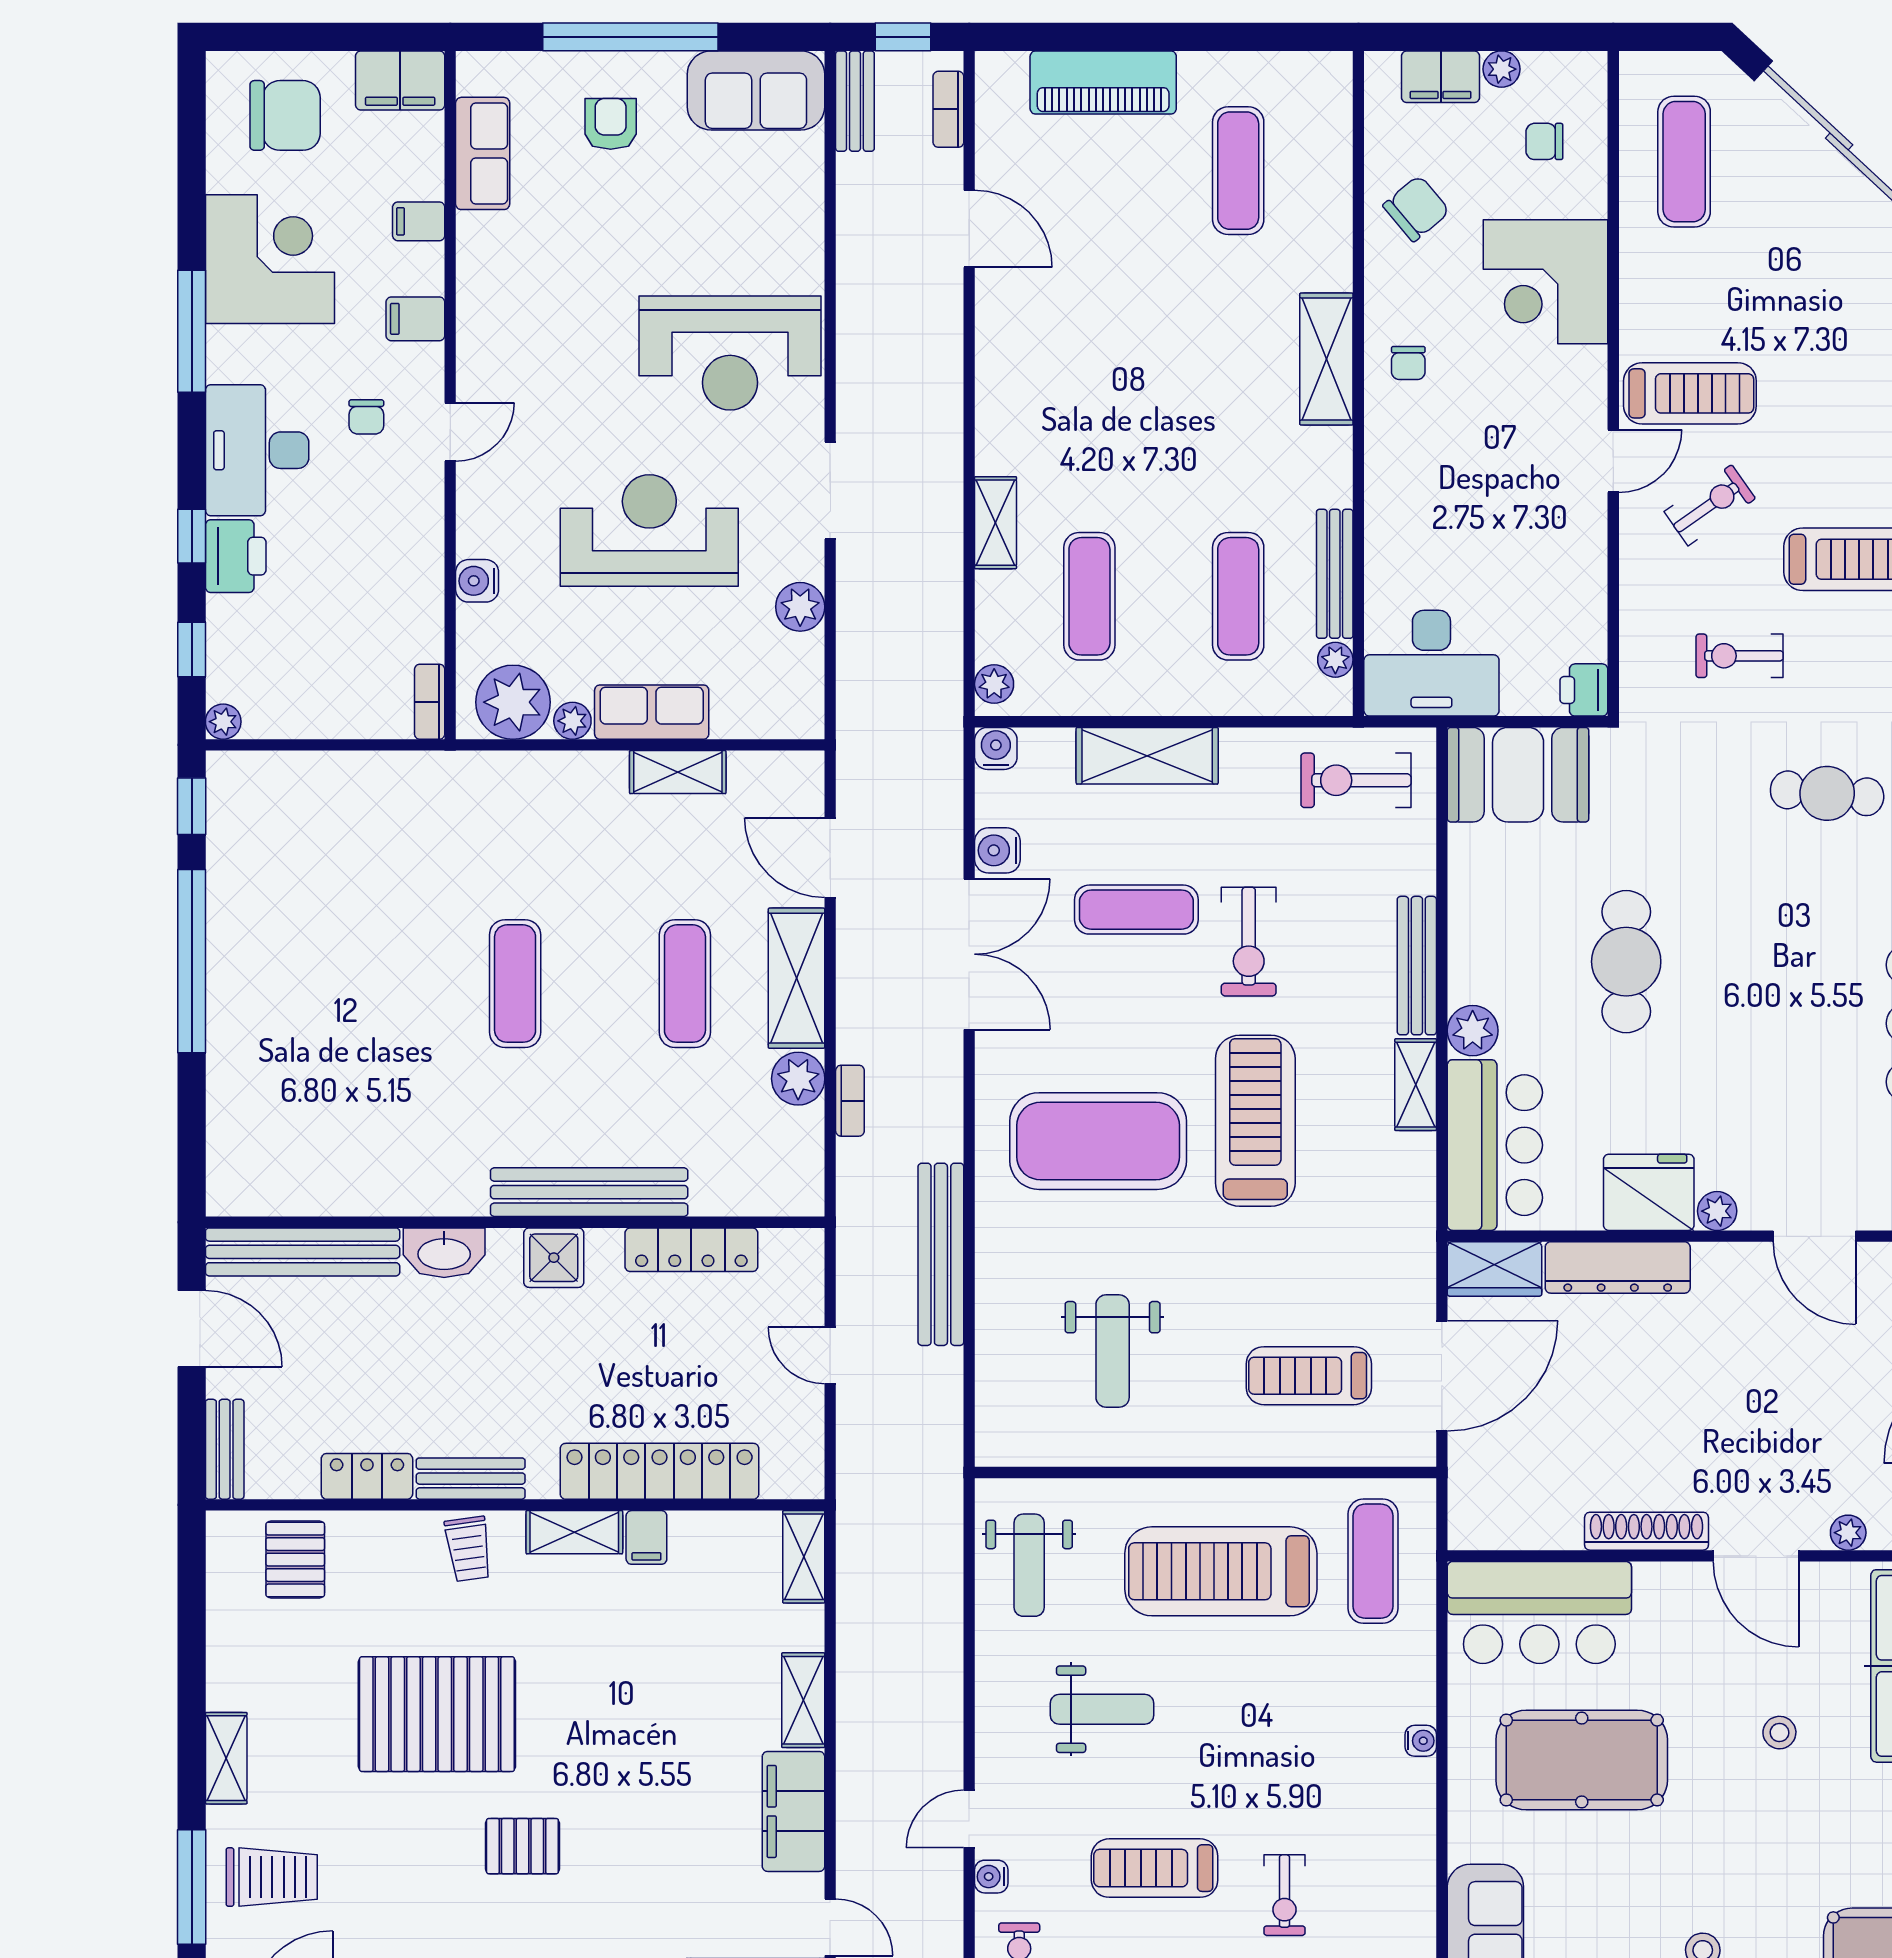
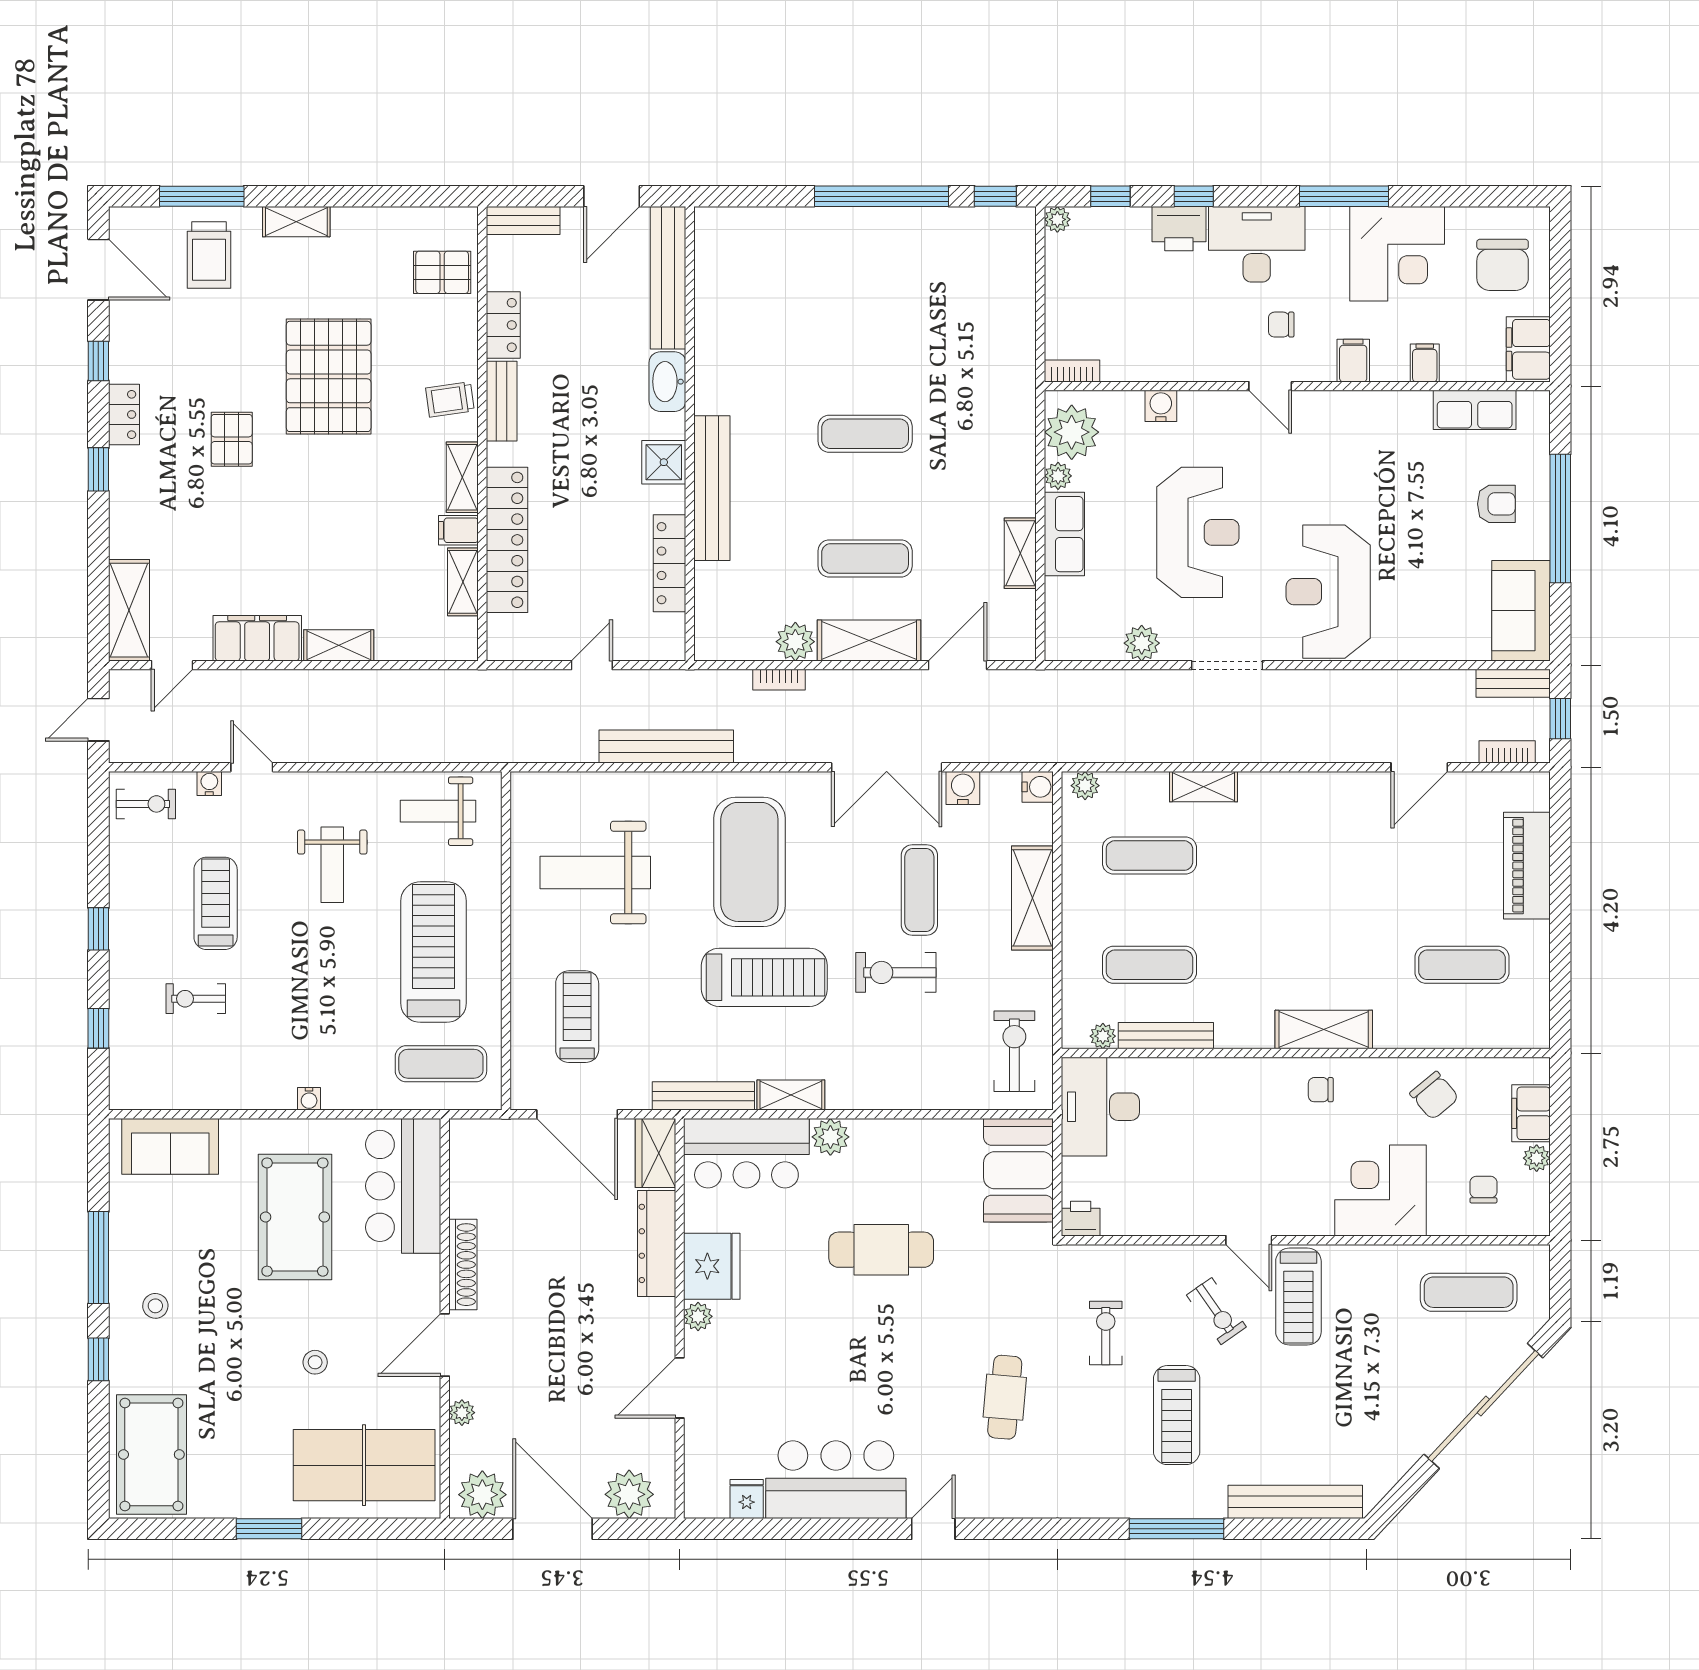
bench: (1417, 966) -> (703, 1096), moved
weight bench: (1113, 1351) -> (595, 873), width x1.36, depth x1.33
shelving: (804, 1557) -> (463, 582), moved, turned 90

